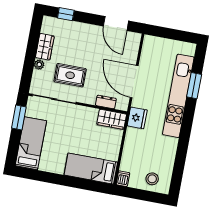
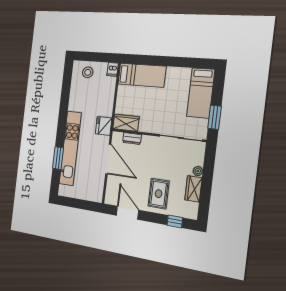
rug: (70, 75) -> (159, 194), moved, turned 90

